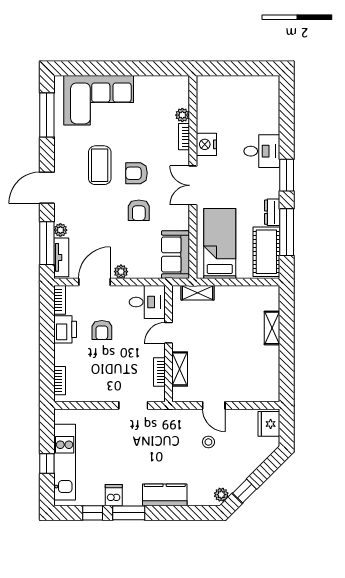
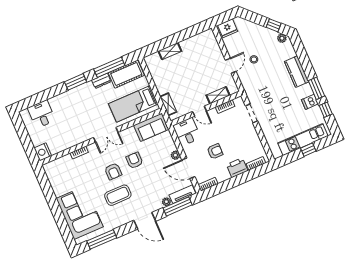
plant: (182, 115) -> (67, 159), removed
nightstand: (206, 144) -> (43, 152), moved, turned 90
desk: (262, 151) -> (42, 114), moved
armchair: (139, 210) -> (134, 160), turned -90
printer: (65, 329) -> (237, 168), moved

